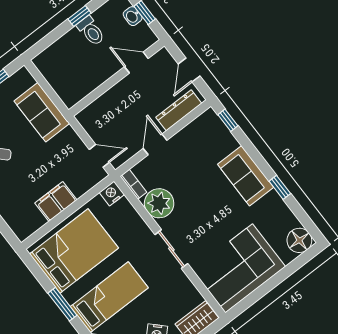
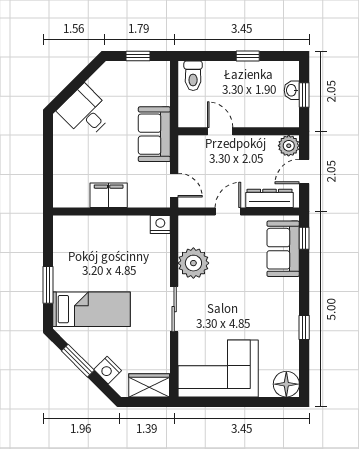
toilet: (91, 31) -> (193, 76), moved
plant: (163, 60) -> (289, 146), added
door: (136, 63) -> (220, 131), moved
sofa: (42, 112) -> (154, 134), moved
sofa: (246, 176) -> (283, 249), moved
bookcase: (133, 184) -> (184, 231), removed
bed: (74, 251) -> (92, 248), removed

